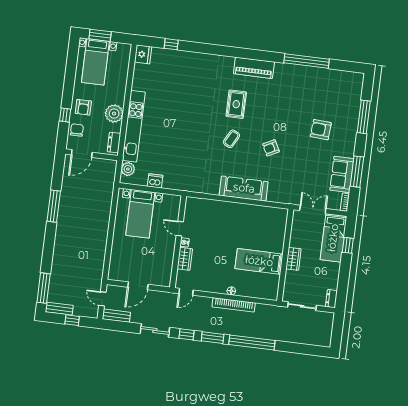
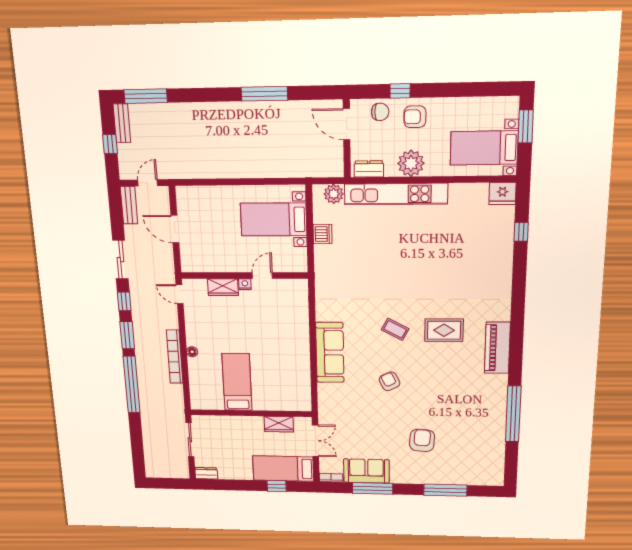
bed with nightstands: (95, 62) -> (484, 148), moved
wardrobe: (293, 259) -> (279, 424), moved

